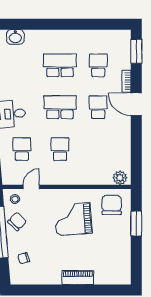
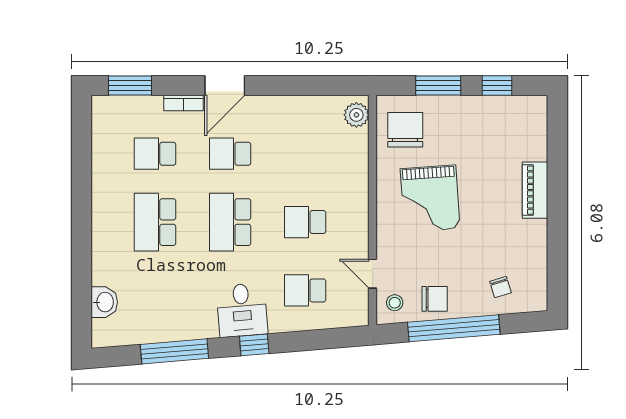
chair: (112, 205) -> (405, 130), turned 90
chair: (17, 221) -> (435, 299), turned 136
window: (136, 256) -> (497, 86), added

